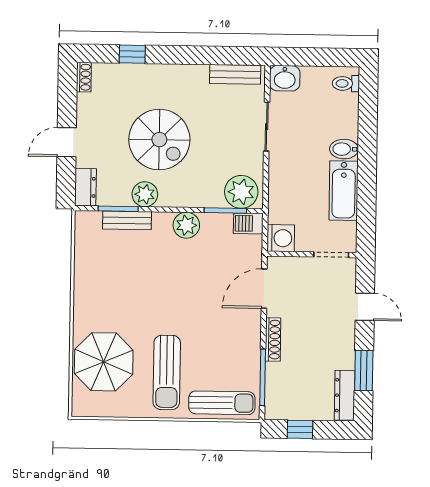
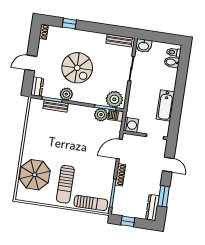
bidet: (344, 149) -> (172, 62), moved
plant: (186, 225) -> (101, 115), moved

